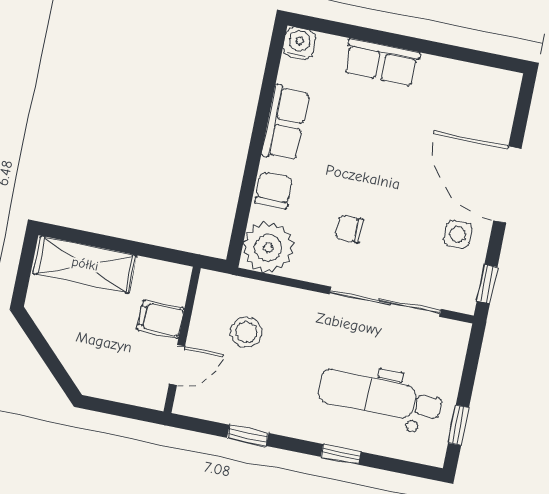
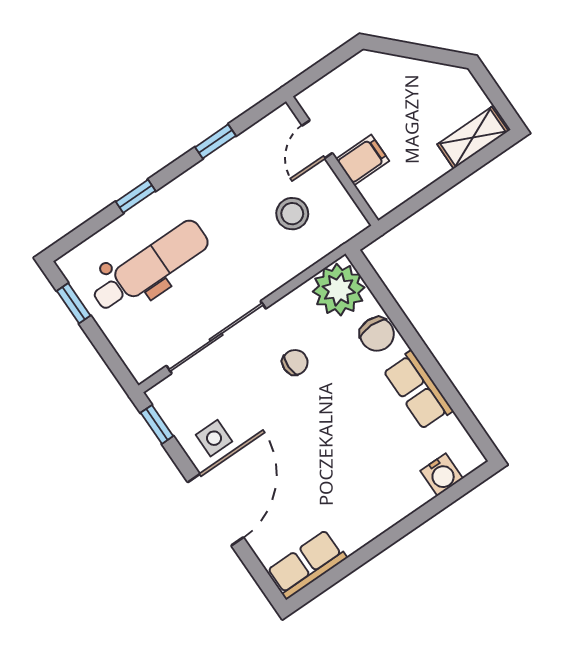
water cooler: (299, 43) -> (442, 475), moved
row of seats: (381, 62) -> (307, 564), moved
door: (507, 185) -> (216, 510), hinge flipped
shelving: (85, 264) -> (473, 138), width x0.67, depth x0.75

